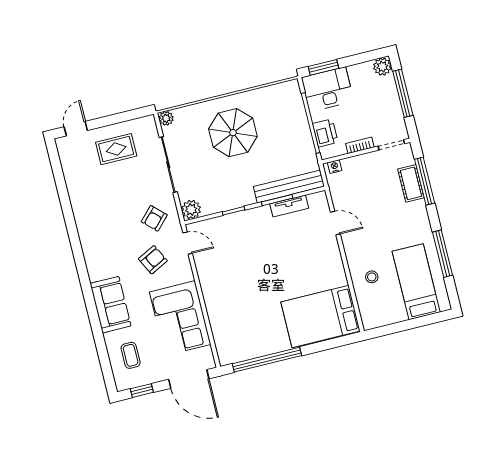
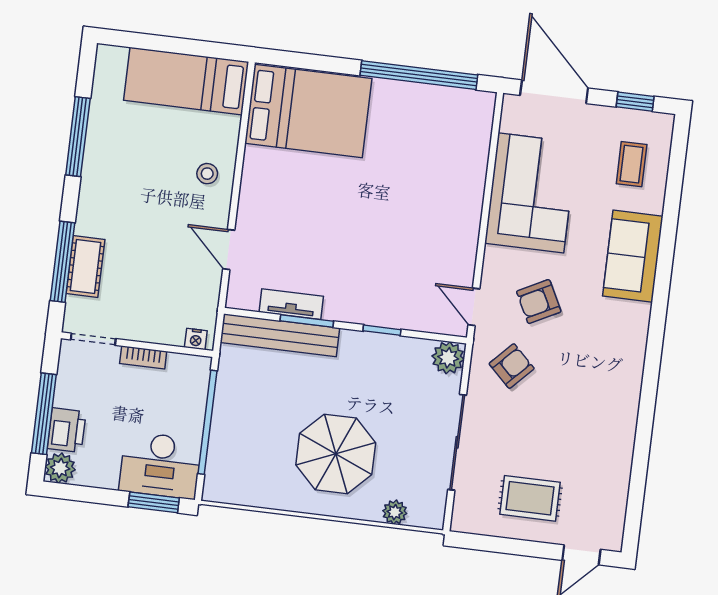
plant: (166, 118) -> (395, 512), moved
printer: (325, 133) -> (67, 430), moved, turned 180
stool: (372, 277) -> (207, 174), moved
bed: (416, 282) -> (186, 81), moved, turned 90

